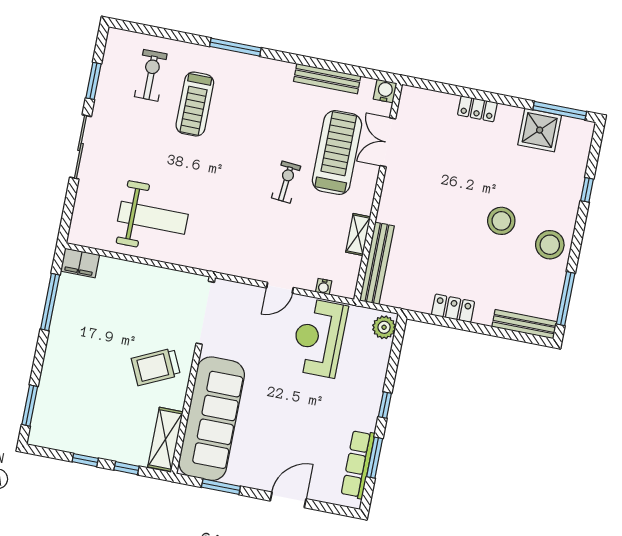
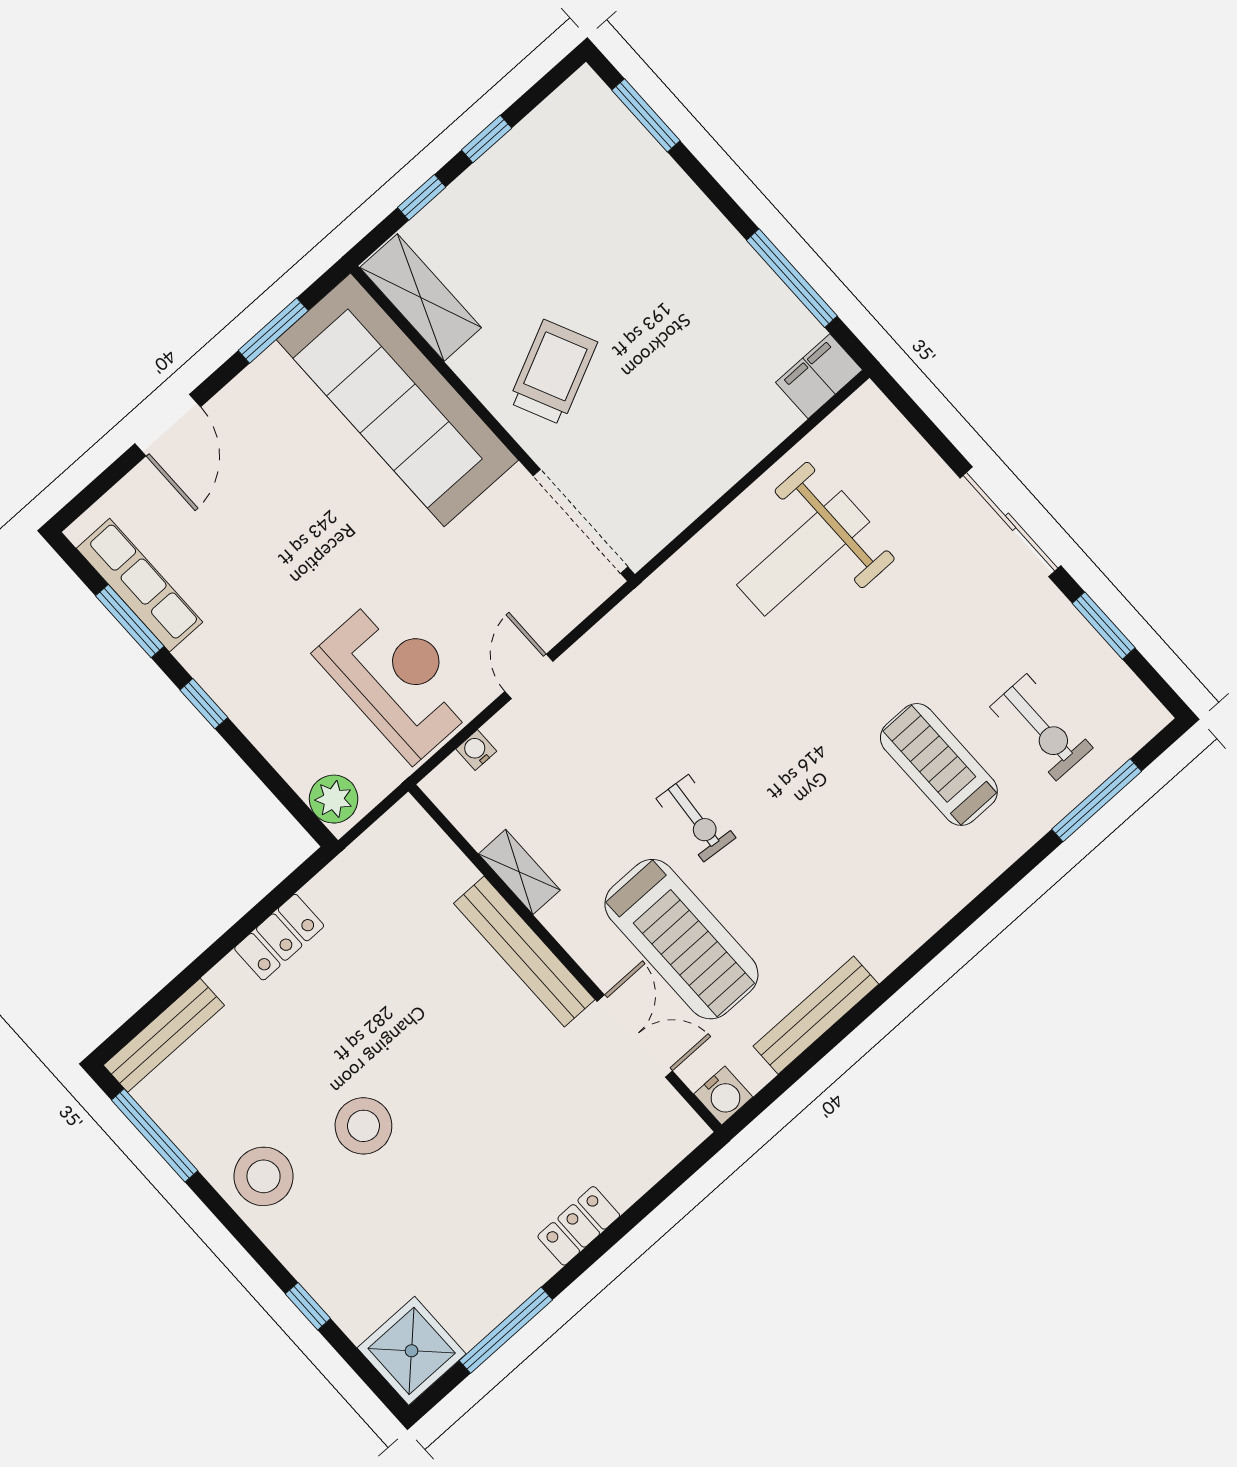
window: (235, 47) -> (1097, 800), moved
window: (560, 111) -> (506, 1330), moved
shower: (540, 130) -> (412, 1351), moved
bench: (377, 263) -> (524, 951), moved

